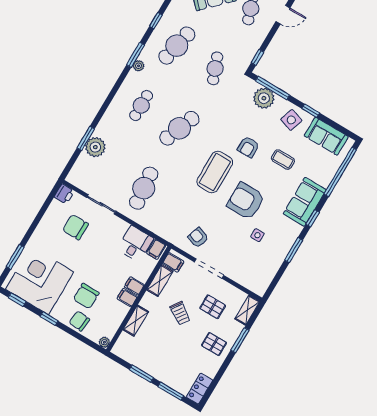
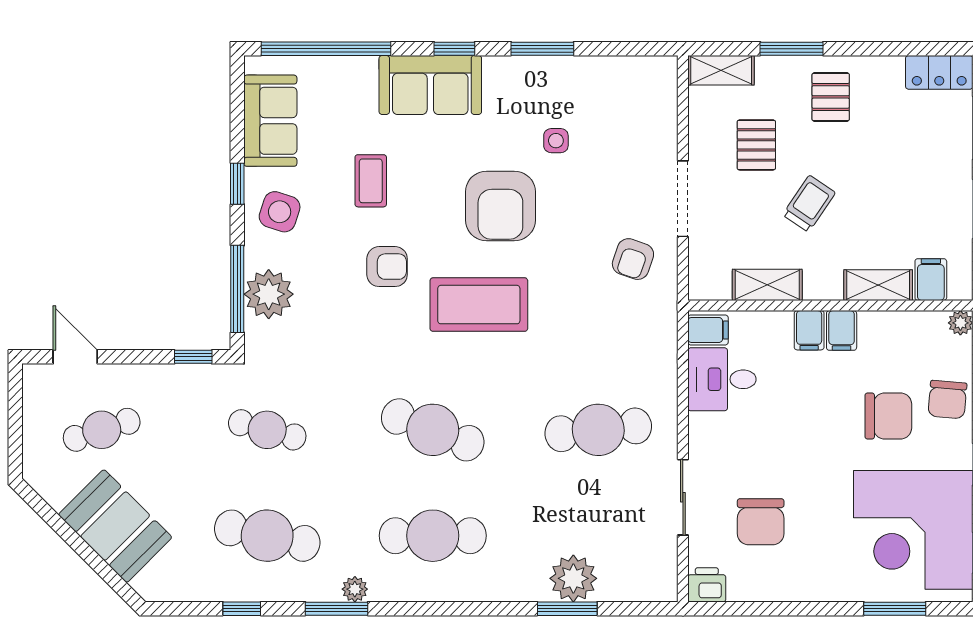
cafe table: (215, 68) -> (267, 430), turned 36
cafe table: (141, 105) -> (433, 536), width x1.37, depth x1.35
filing cabinet: (173, 262) -> (931, 280), moved

